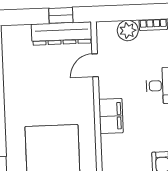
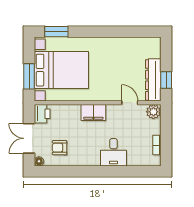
plant: (128, 30) -> (153, 112), moved

